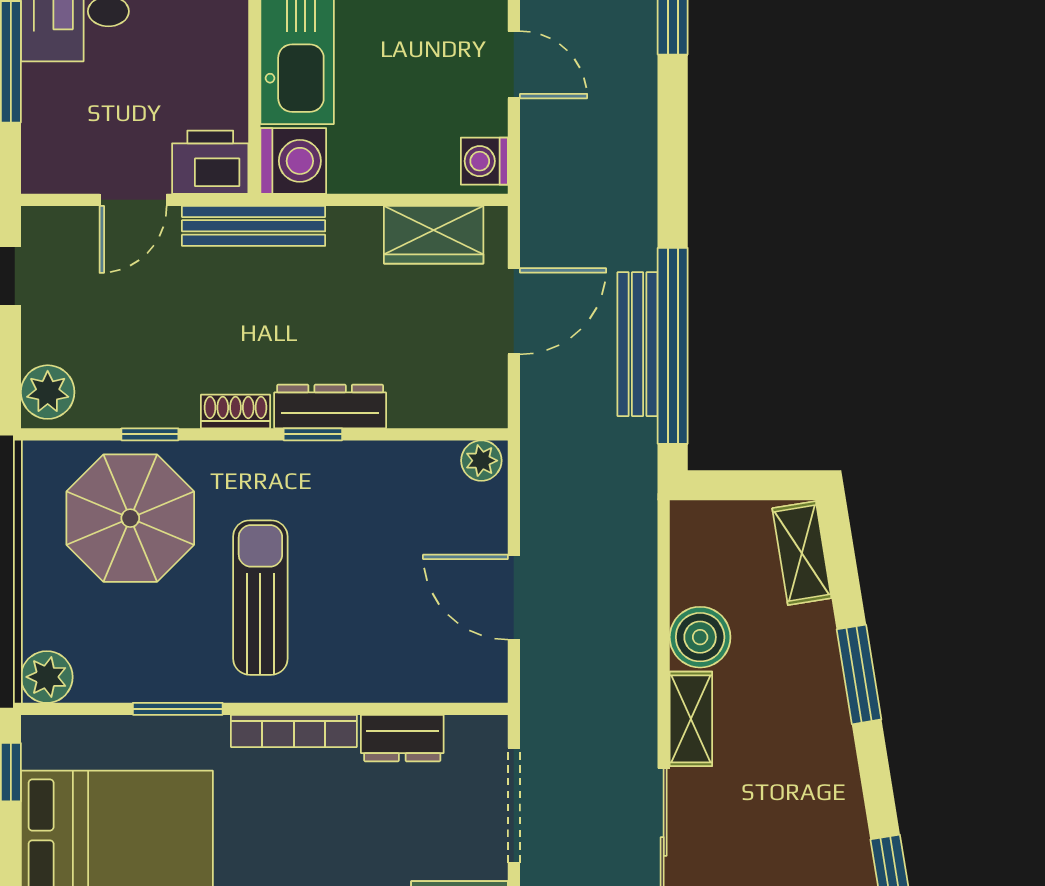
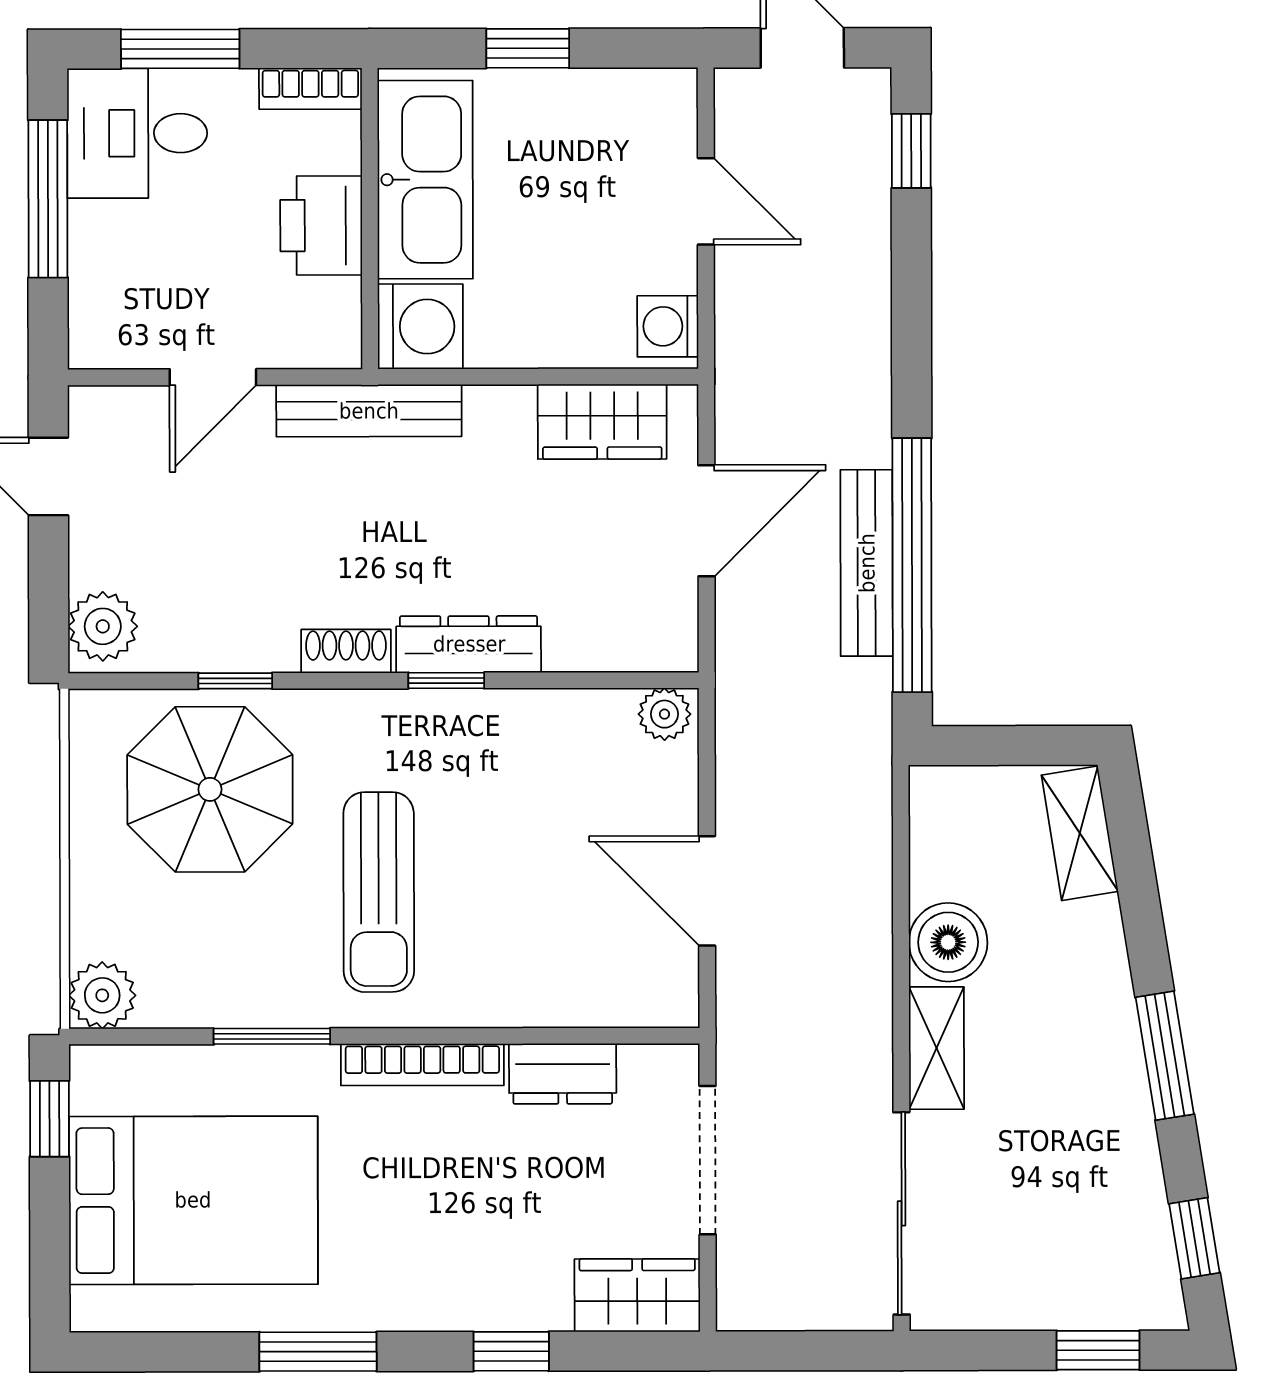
printer: (210, 162) -> (321, 226), moved, turned -90
sun lounger: (260, 598) -> (379, 892), turned 180
window: (859, 674) -> (1165, 1056), moved

